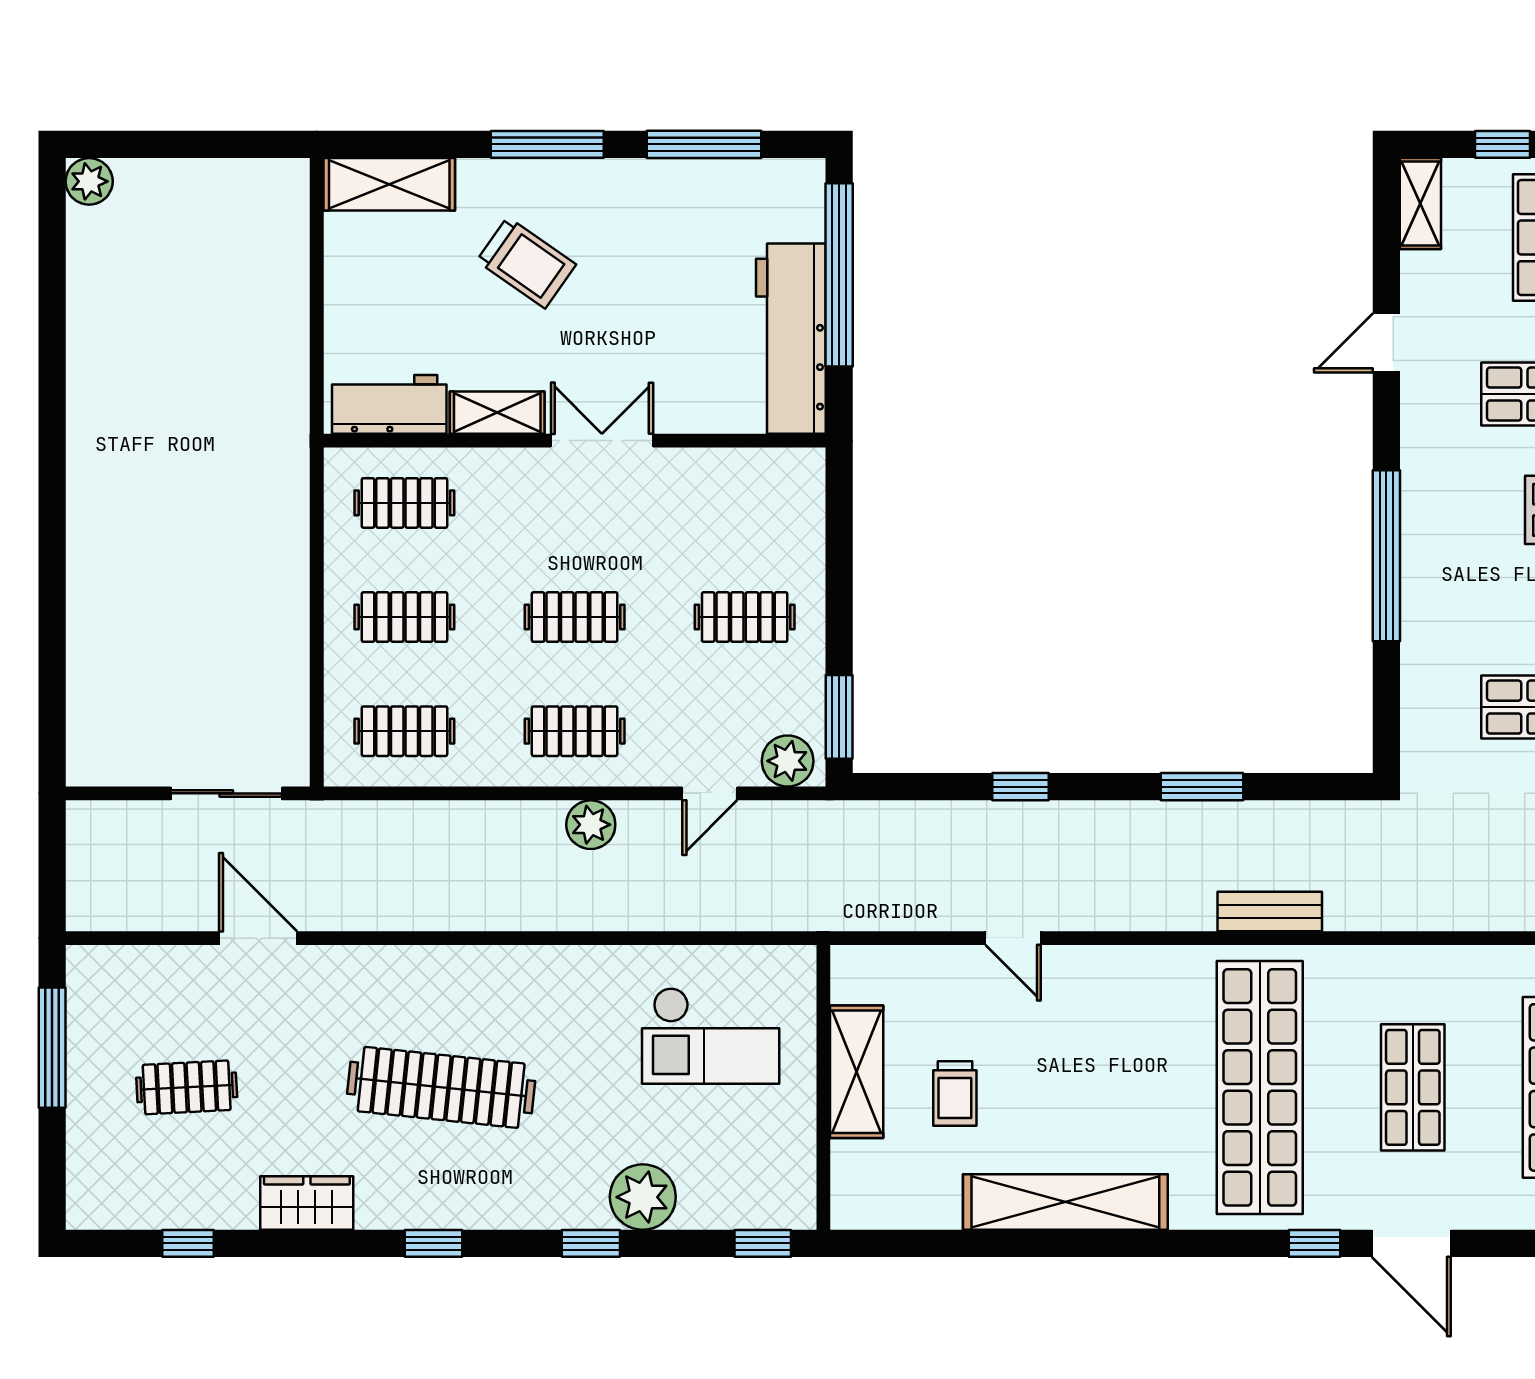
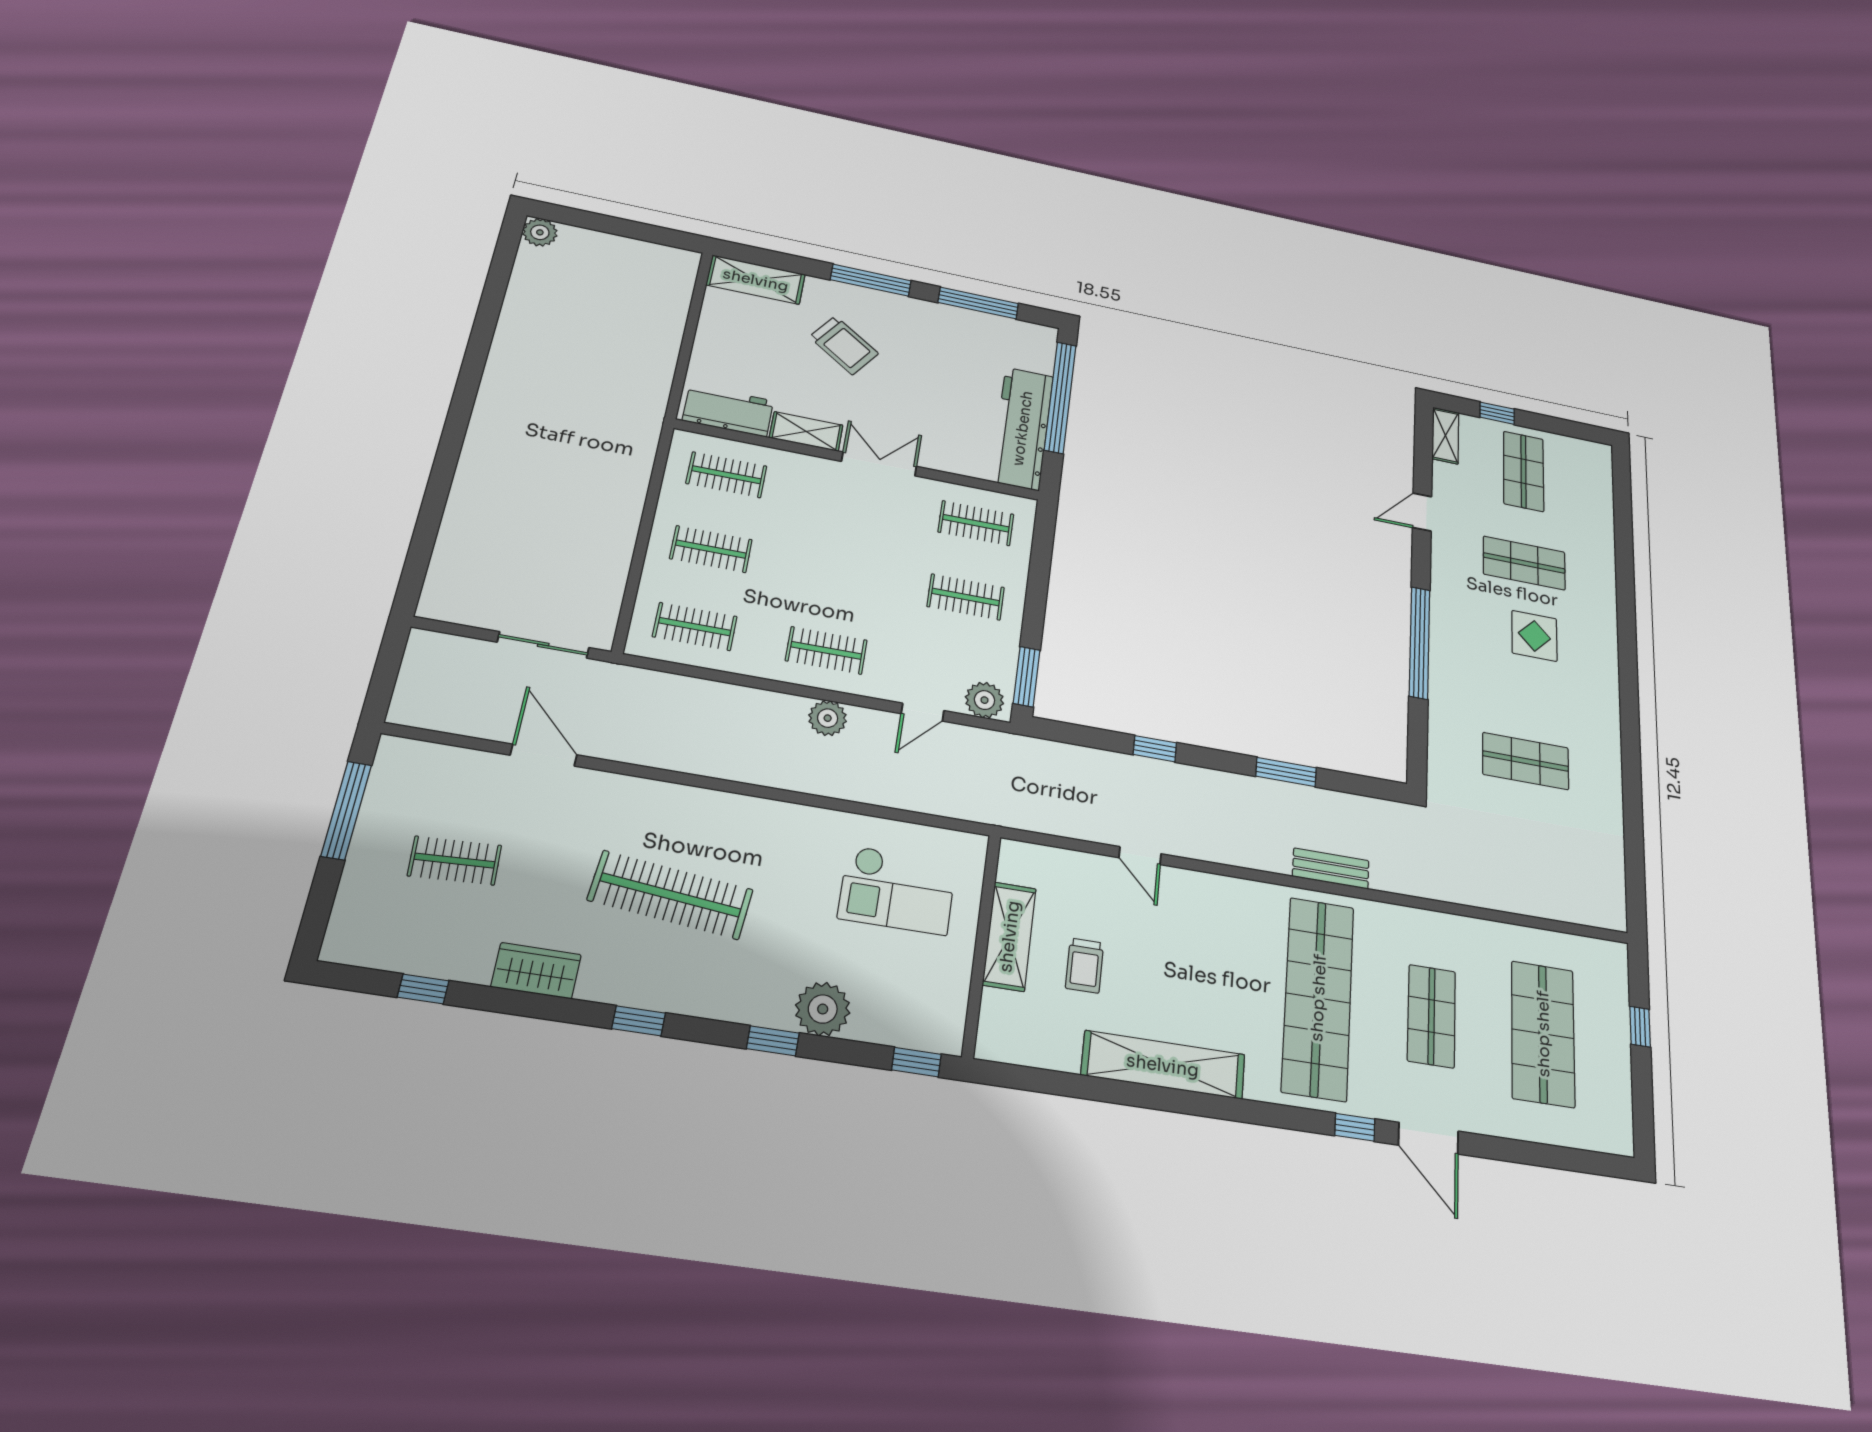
clothes rail: (575, 617) -> (976, 523), moved

